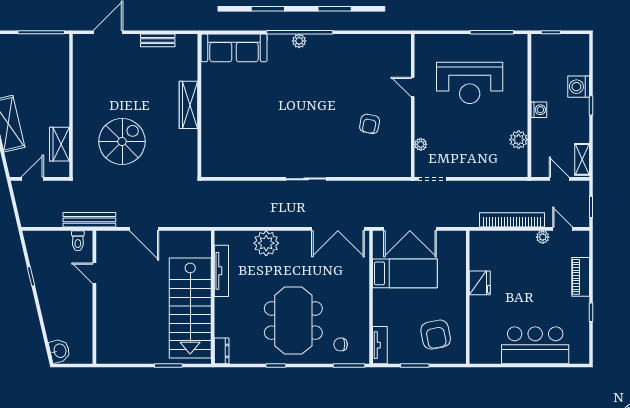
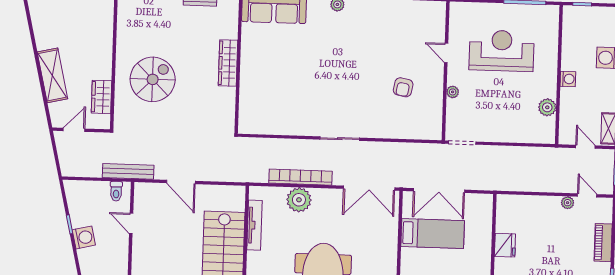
reception desk: (470, 83) -> (502, 51), turned 180
spiral stairs: (122, 141) -> (153, 79), moved
plant: (421, 144) -> (453, 92), moved
bookcase: (512, 220) -> (300, 177), moved
washing machine: (46, 289) -> (84, 237), added

